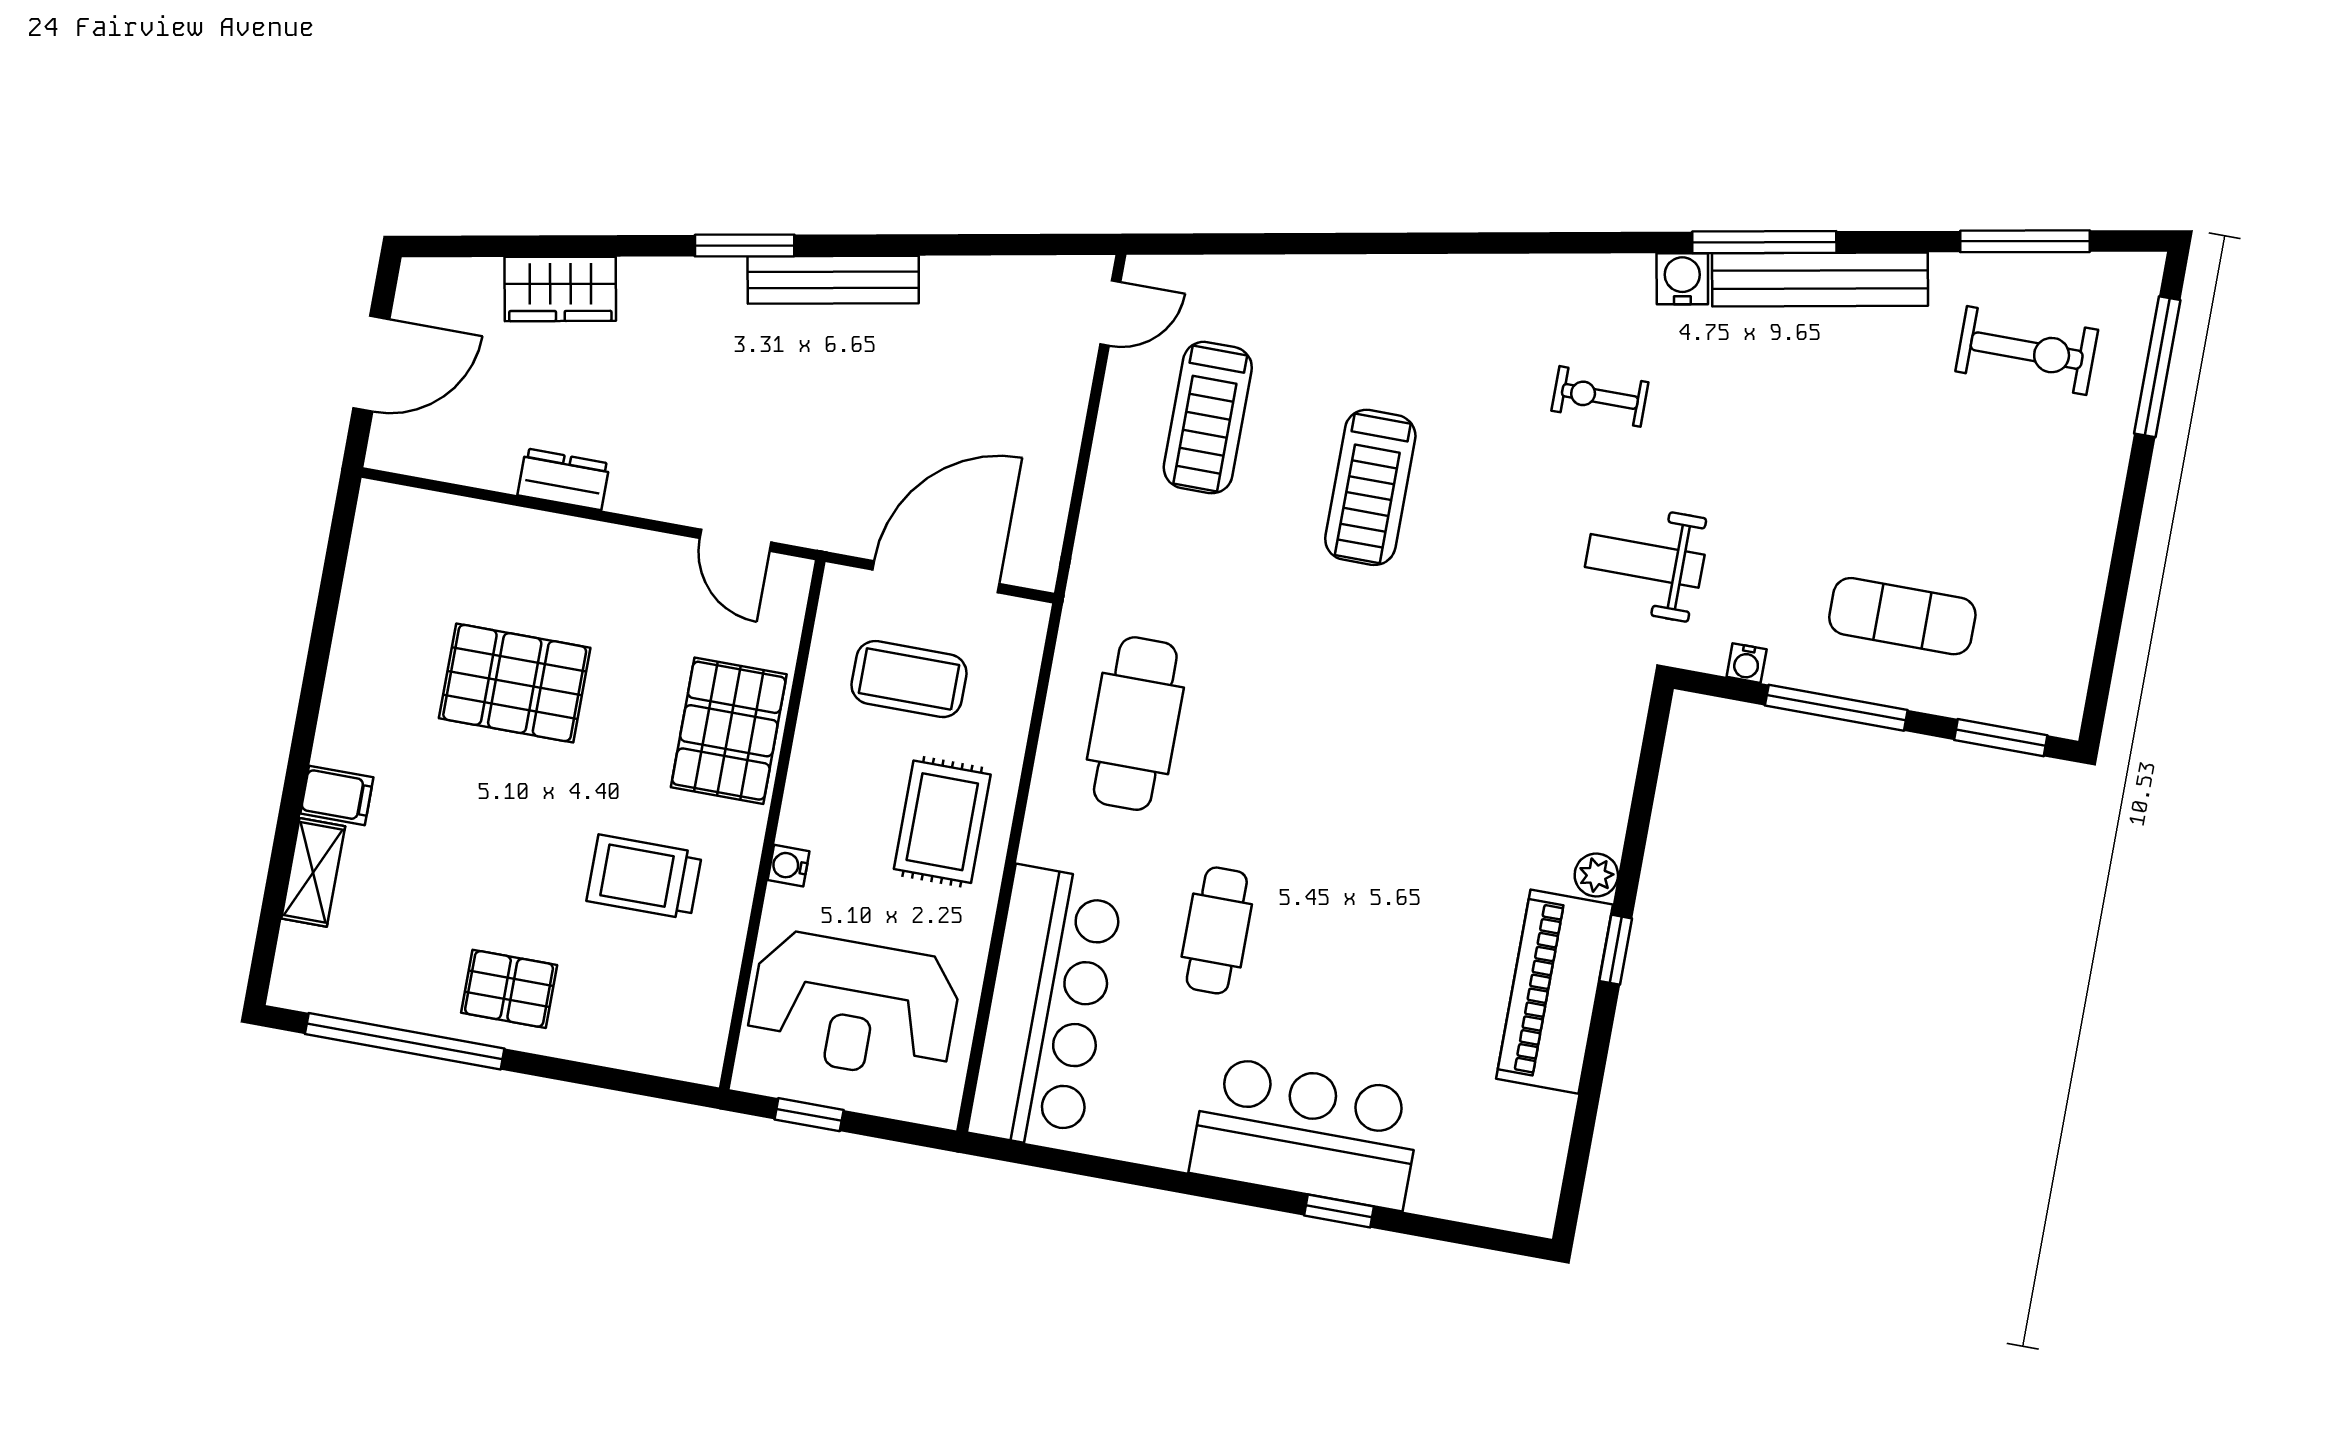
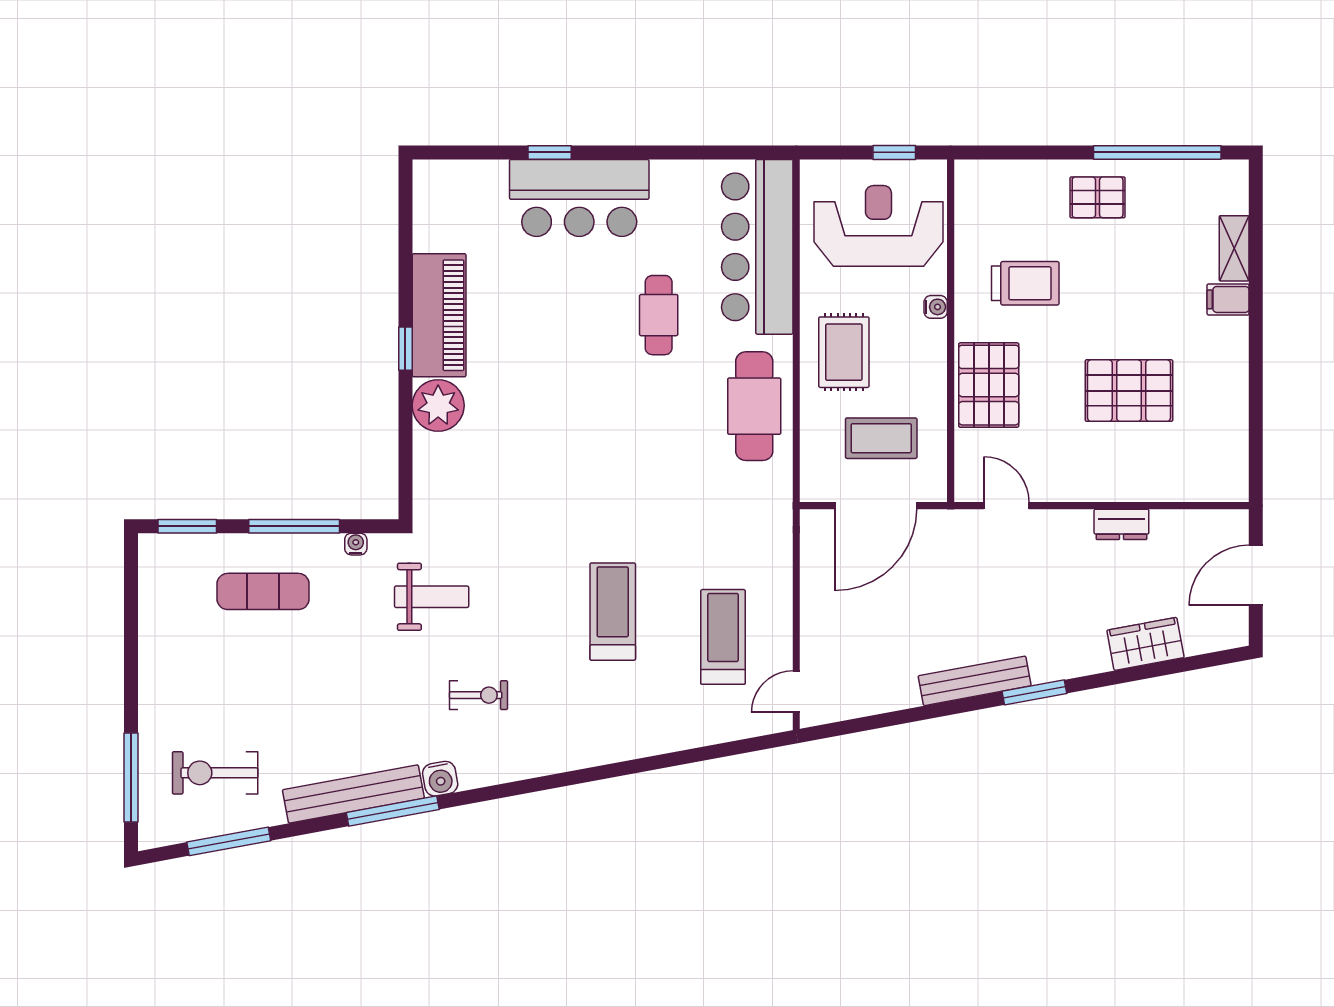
cafe table: (1135, 724) -> (754, 406), moved
plant: (1596, 875) -> (438, 405), width x1.87, depth x1.87

